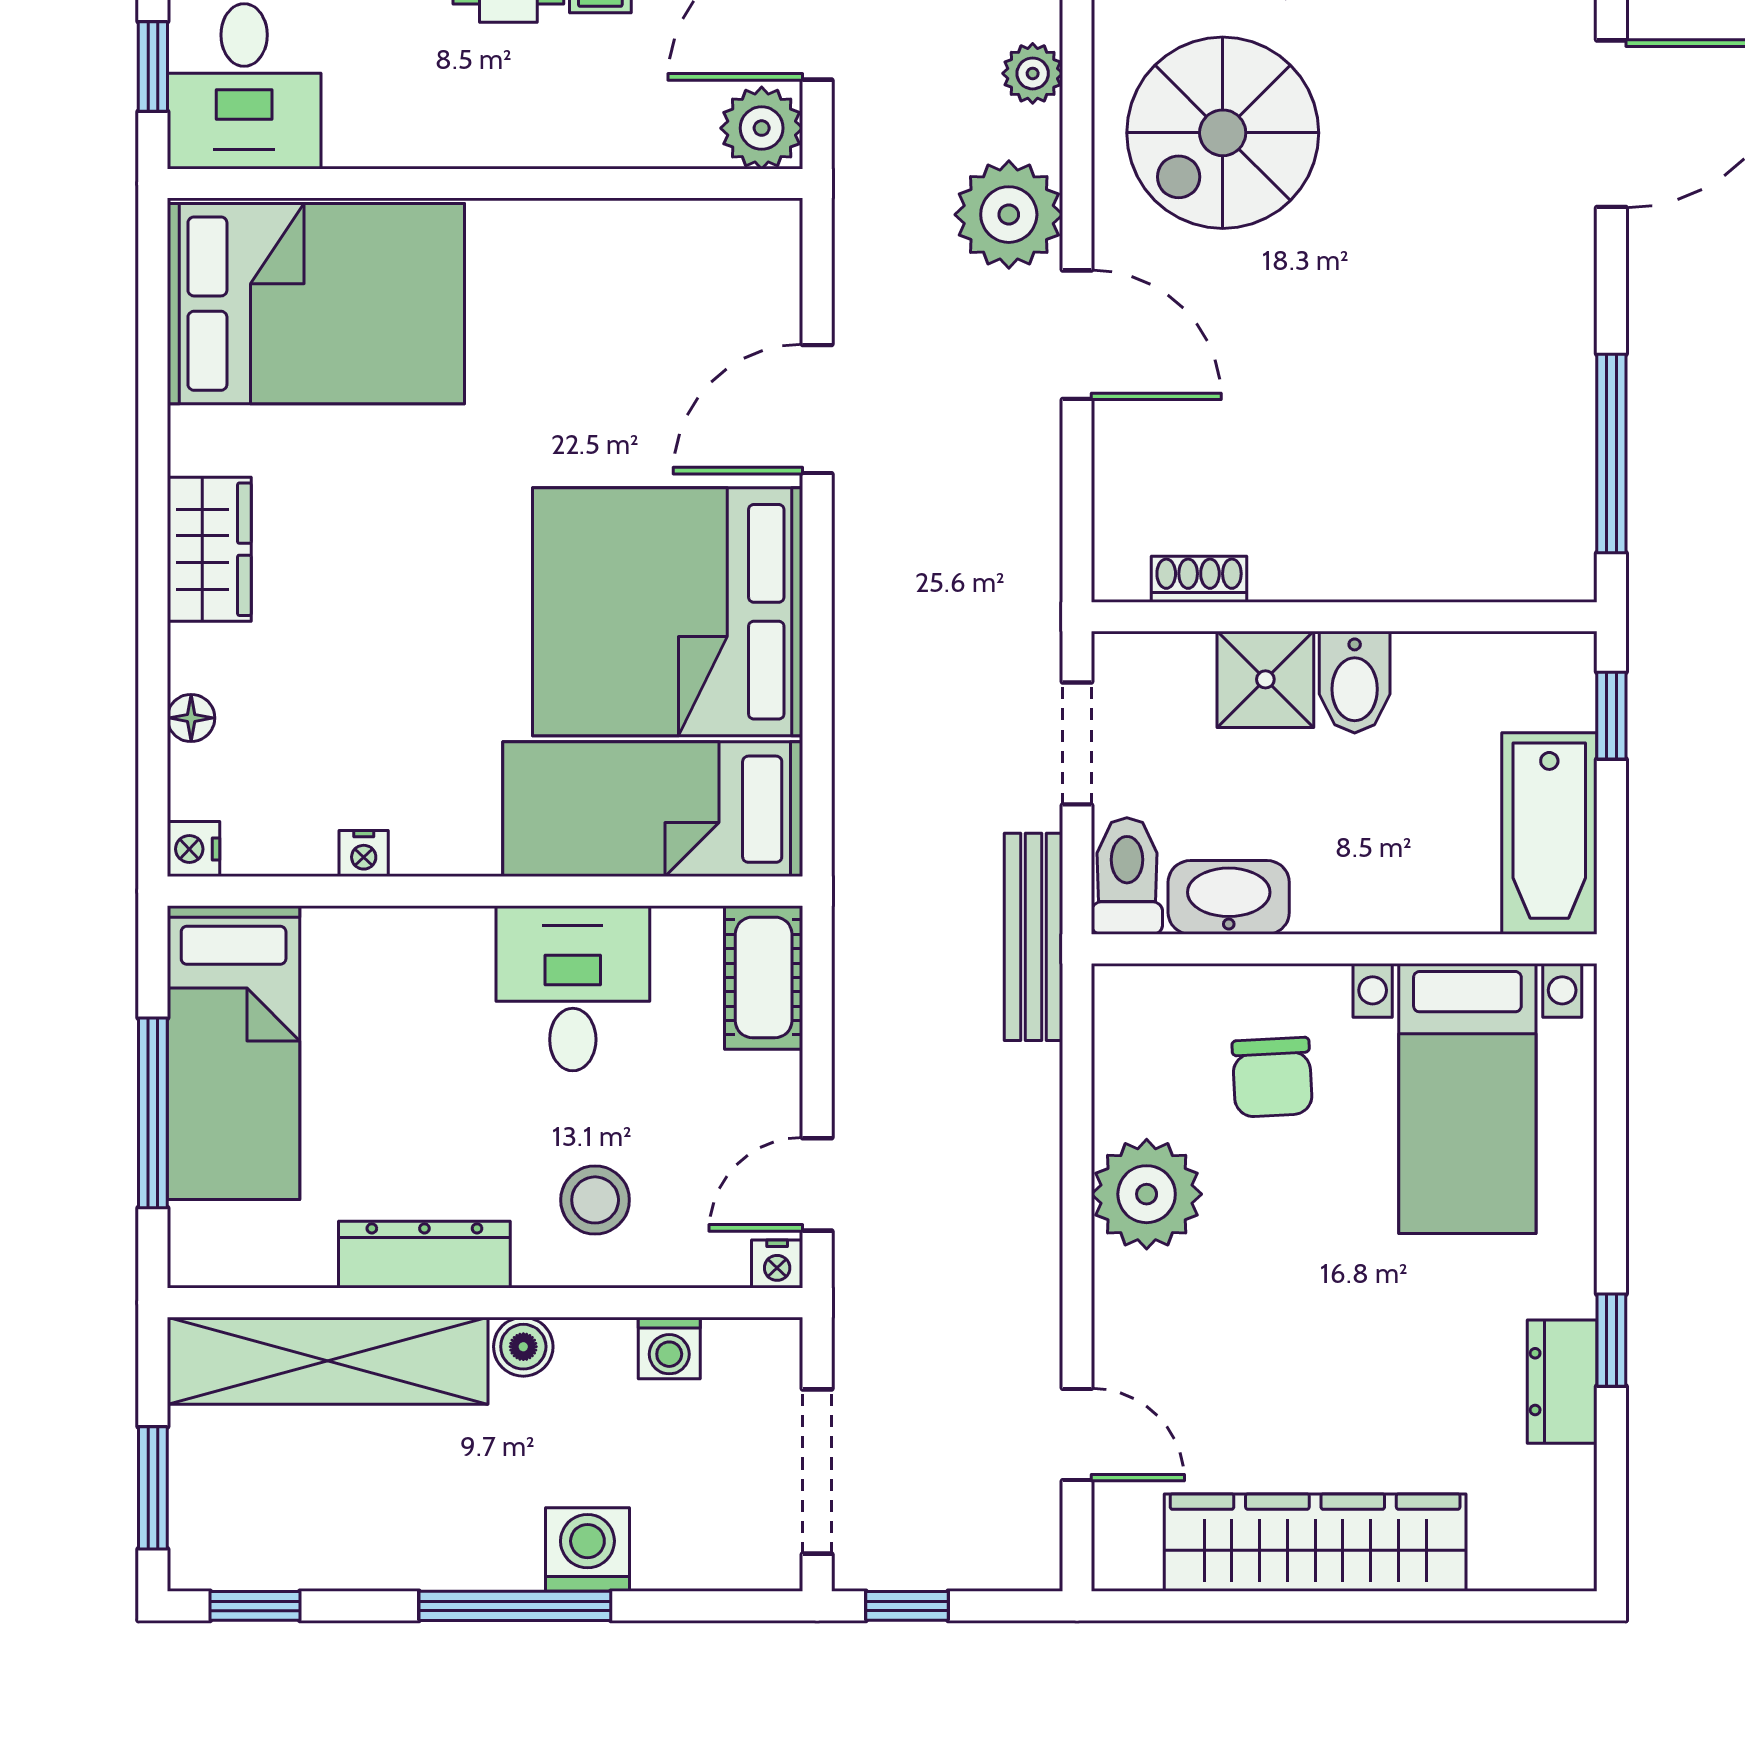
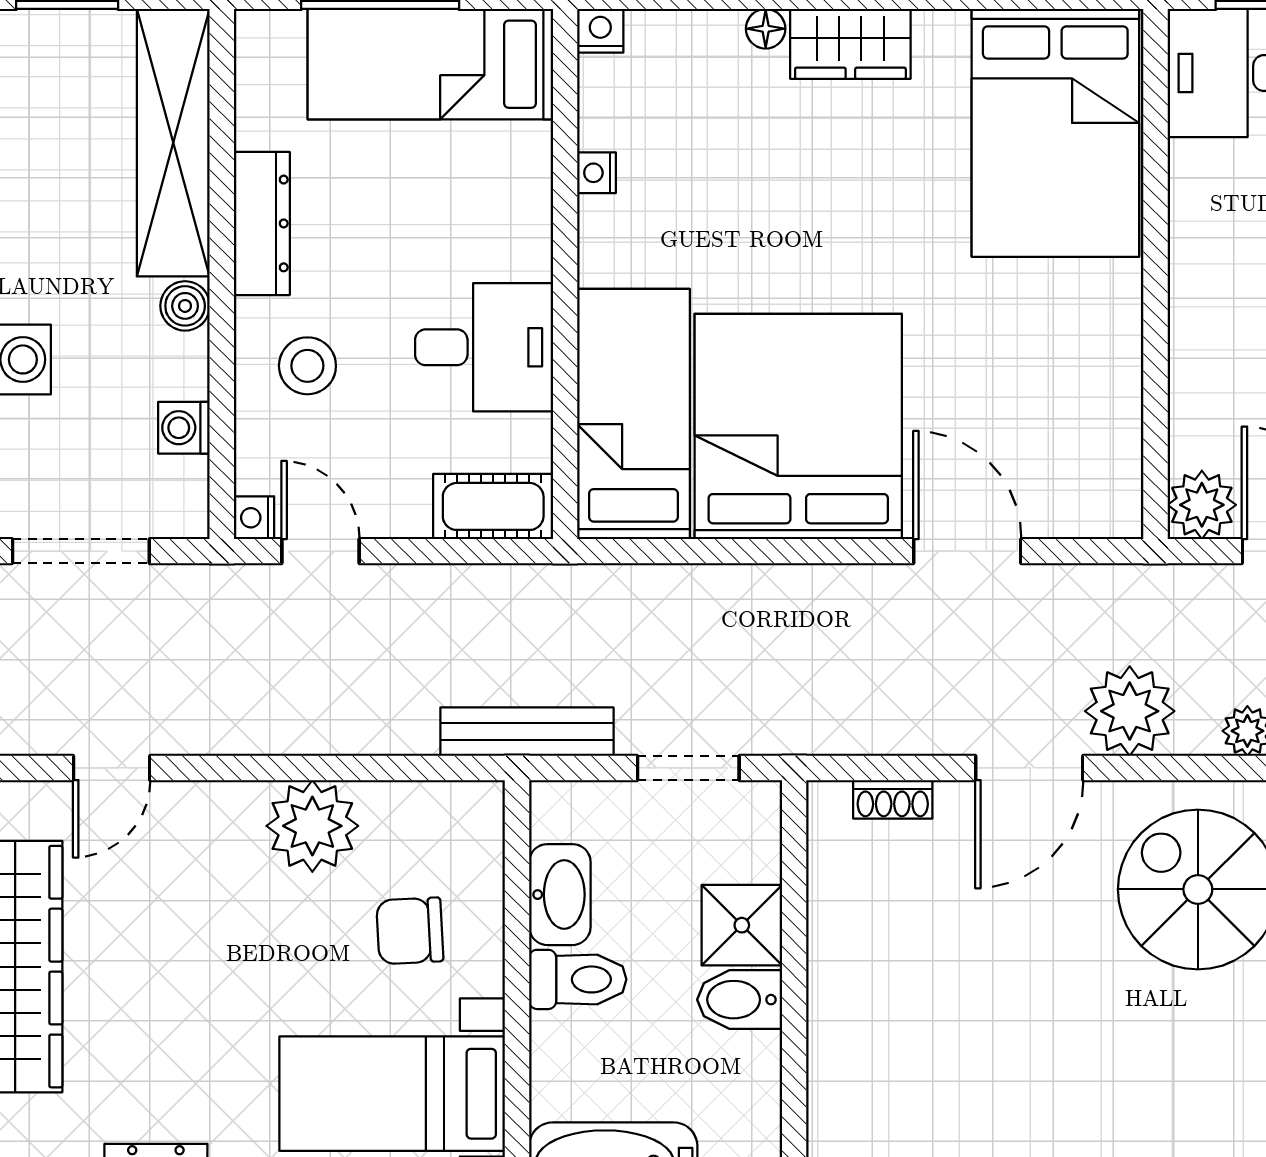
shoe rack: (1199, 579) -> (893, 799), moved, turned 90
floor lamp: (191, 718) -> (766, 29), moved
toilet: (1127, 876) -> (578, 979), moved

